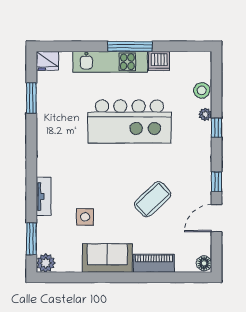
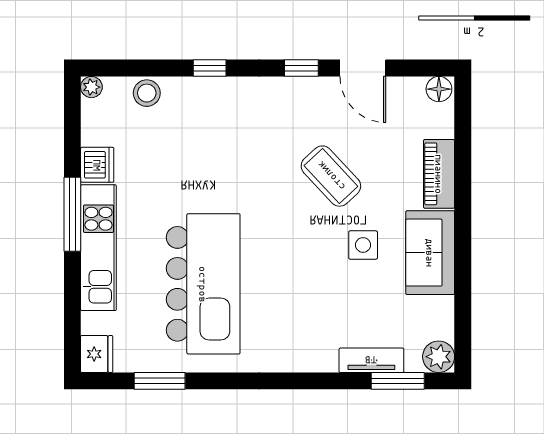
plant: (205, 114) -> (91, 87), moved
kitchen island: (129, 122) -> (203, 284), moved
tv unit: (44, 196) -> (371, 360), moved
side table: (85, 217) -> (363, 245), moved

